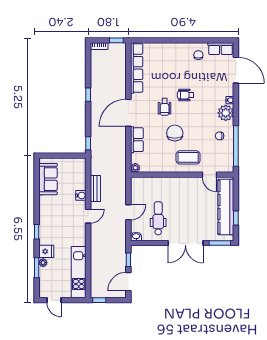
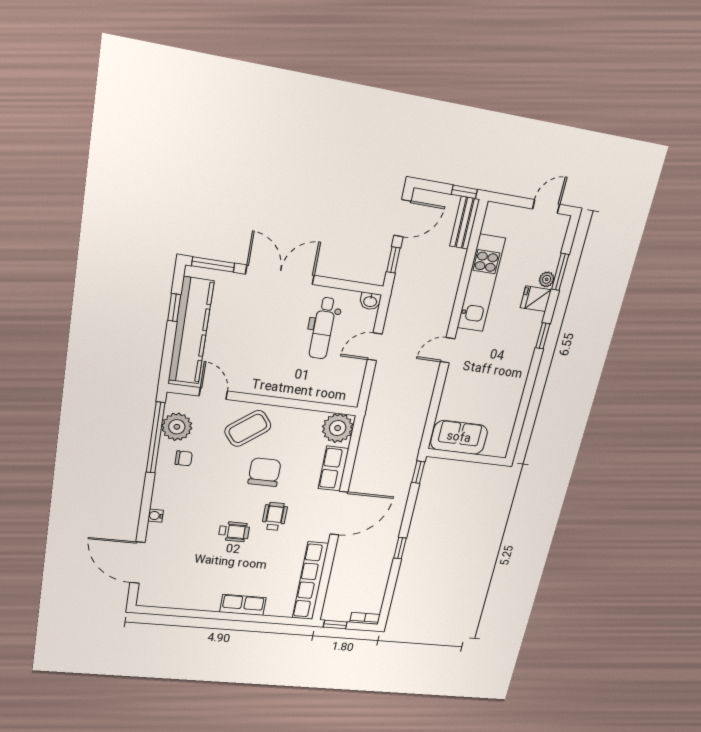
row of seats: (220, 49) -> (243, 605), moved
chair: (198, 55) -> (201, 592), removed
plant: (226, 113) -> (177, 427), moved
chair: (175, 133) -> (264, 472), turned 180
coffee table: (188, 157) -> (248, 428), turned -38
plant: (135, 168) -> (338, 428), width x1.87, depth x1.87
sofa: (48, 179) -> (459, 437), moved, turned 90
bench: (95, 189) -> (465, 223), moved
water cooler: (81, 195) -> (451, 387), removed
kitchen unit: (79, 272) -> (481, 283), moved
door: (54, 300) -> (546, 207), hinge flipped

